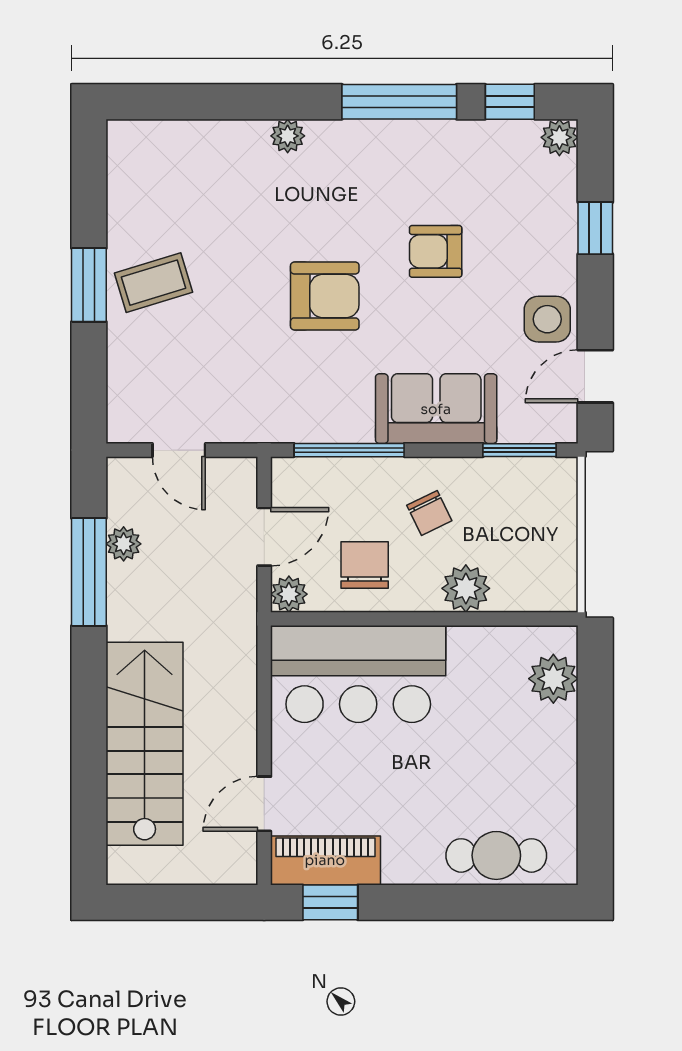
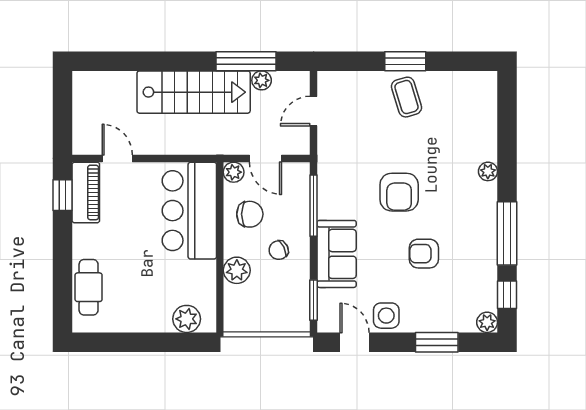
window: (595, 228) -> (437, 342), width x1.50
armchair: (436, 251) -> (424, 254), turned -90
stairs: (145, 744) -> (194, 92), moved

